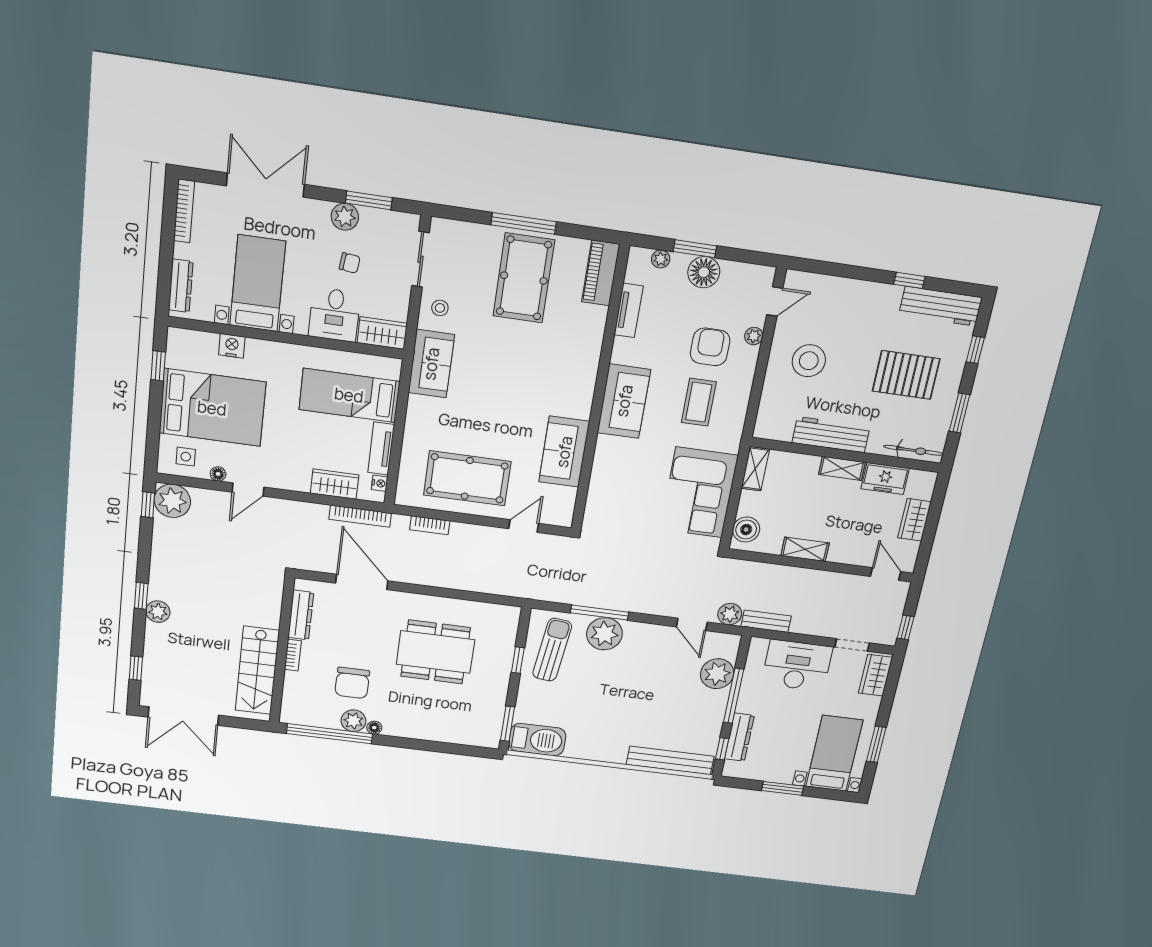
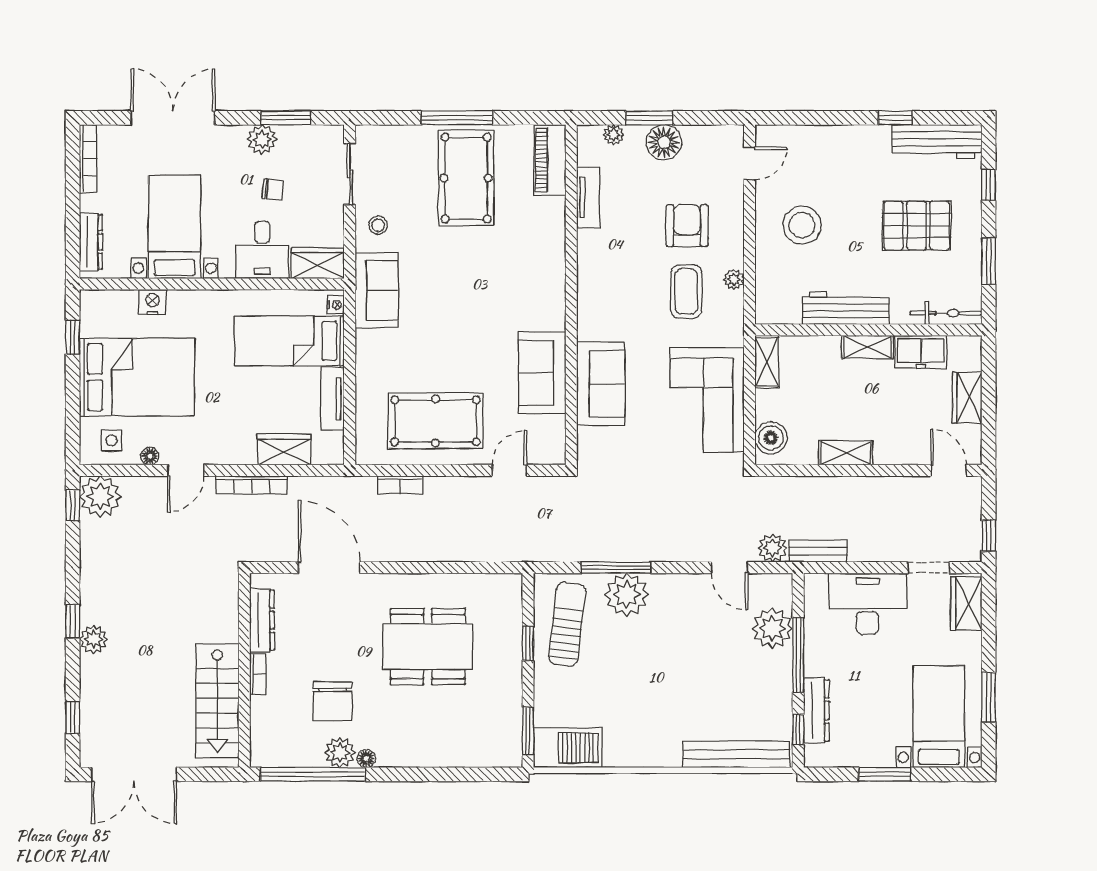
plant: (754, 336) -> (734, 279), moved
sofa: (624, 401) -> (601, 384), moved
nightstand: (380, 483) -> (336, 305), moved
bookcase: (360, 516) -> (252, 485), moved

